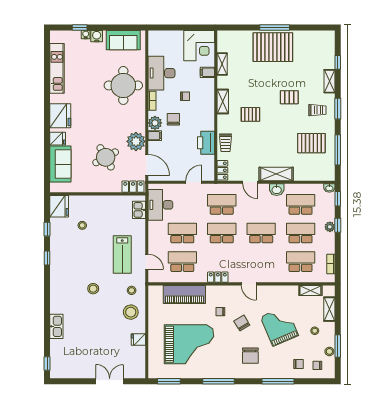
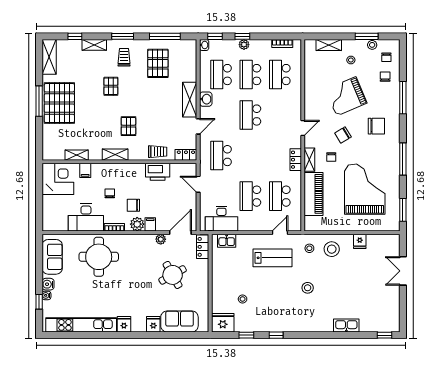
shelving: (318, 37) -> (49, 57), added
kitchen unit: (57, 68) -> (81, 325), width x1.36
fridge: (60, 116) -> (124, 324), width x0.53, depth x0.75
plant: (136, 141) -> (161, 239), width x0.53, depth x0.53
school desk: (222, 233) -> (250, 156), removed
shelving: (310, 290) -> (309, 160), moved

